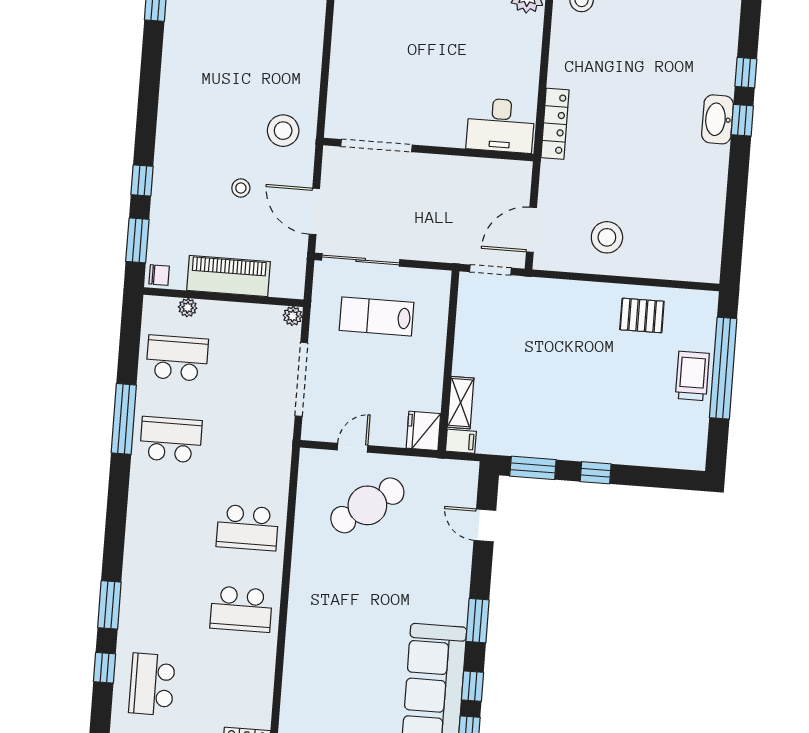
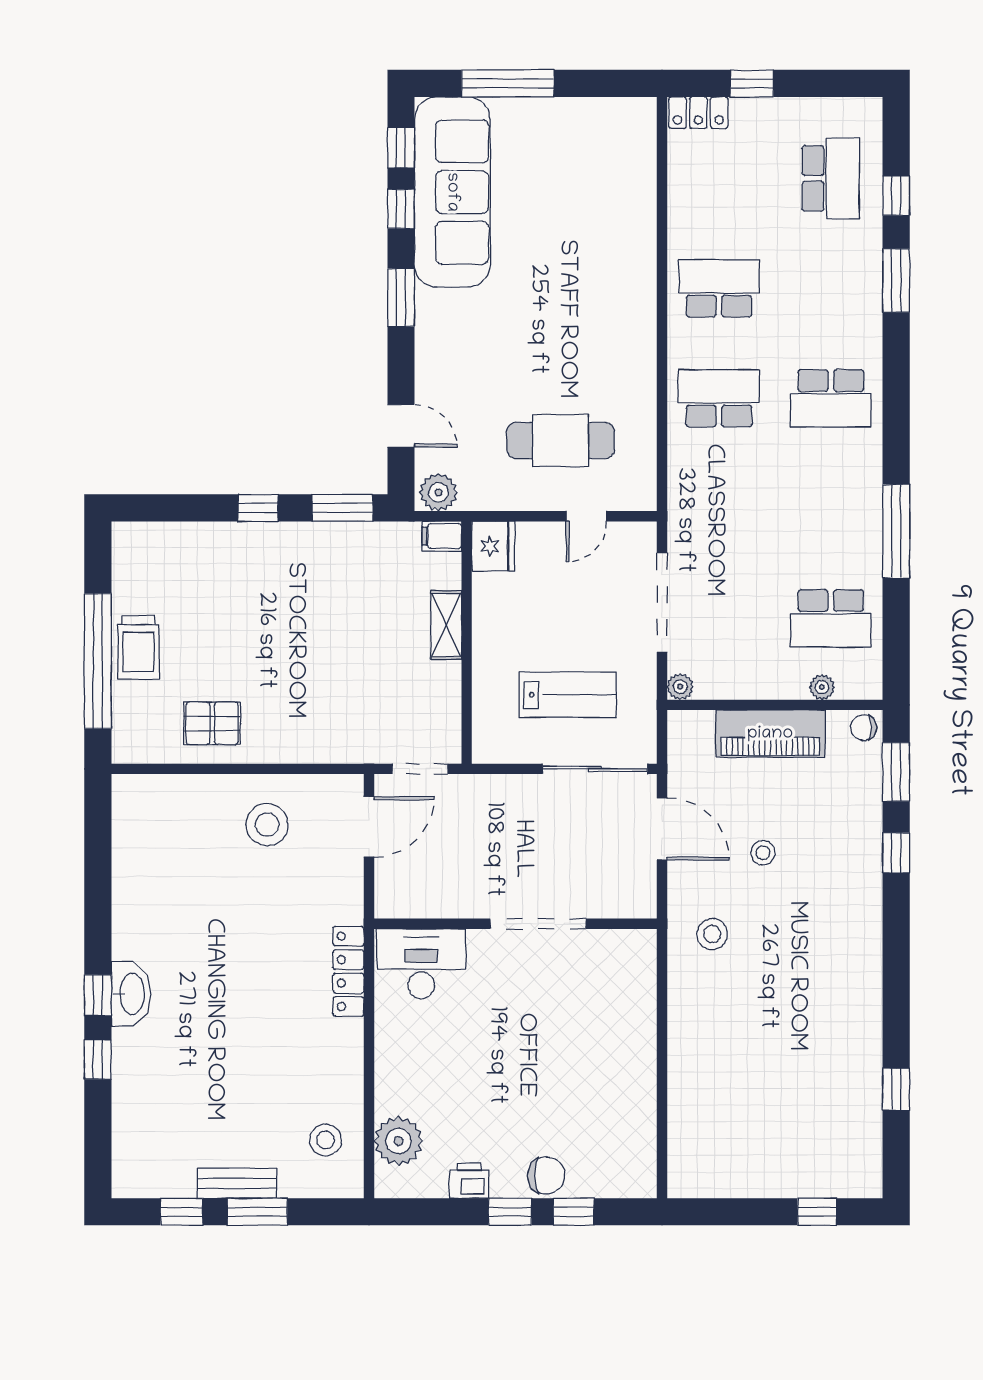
stool: (283, 131) -> (712, 934), width x0.73, depth x0.73
doorway: (376, 146) -> (538, 924), moved
shelving: (461, 403) -> (446, 625), moved
school desk: (171, 440) -> (831, 398), moved
plant: (461, 474) -> (438, 492), added
cafe table: (367, 505) -> (561, 440), turned 35

